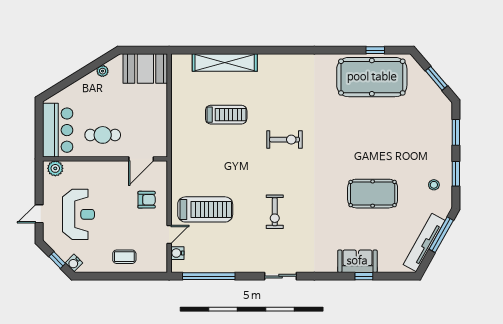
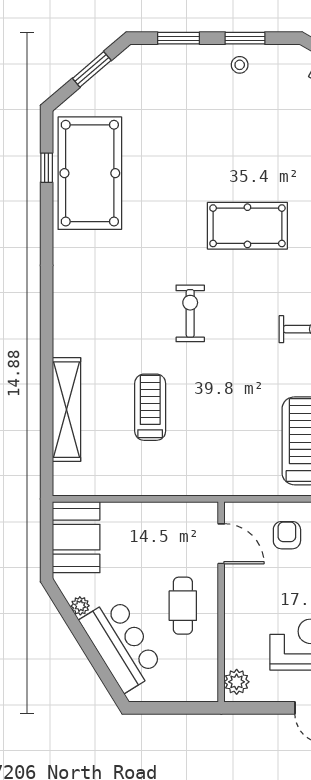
bar counter: (58, 130) -> (121, 644), moved, turned 58
stool: (434, 185) -> (240, 65), moved
pool table: (373, 194) -> (247, 226), moved, turned 90

